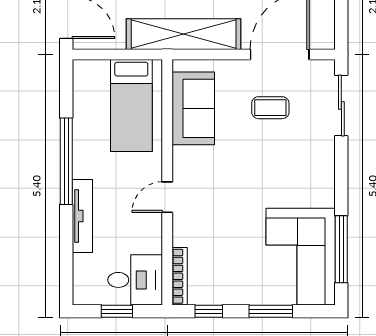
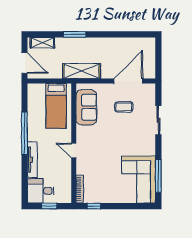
shelving: (184, 34) -> (82, 71), width x0.68
sliding door: (341, 106) -> (158, 120), moved
door: (167, 197) -> (74, 150), hinge flipped
desk: (135, 280) -> (41, 191), moved, turned 180
window: (271, 311) -> (124, 206), removed

